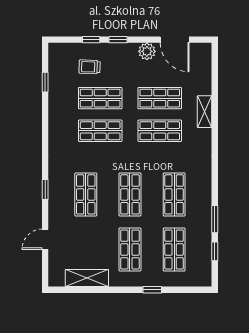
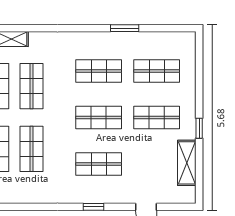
window: (215, 251) -> (159, 28), removed
window: (152, 290) -> (199, 128), moved

